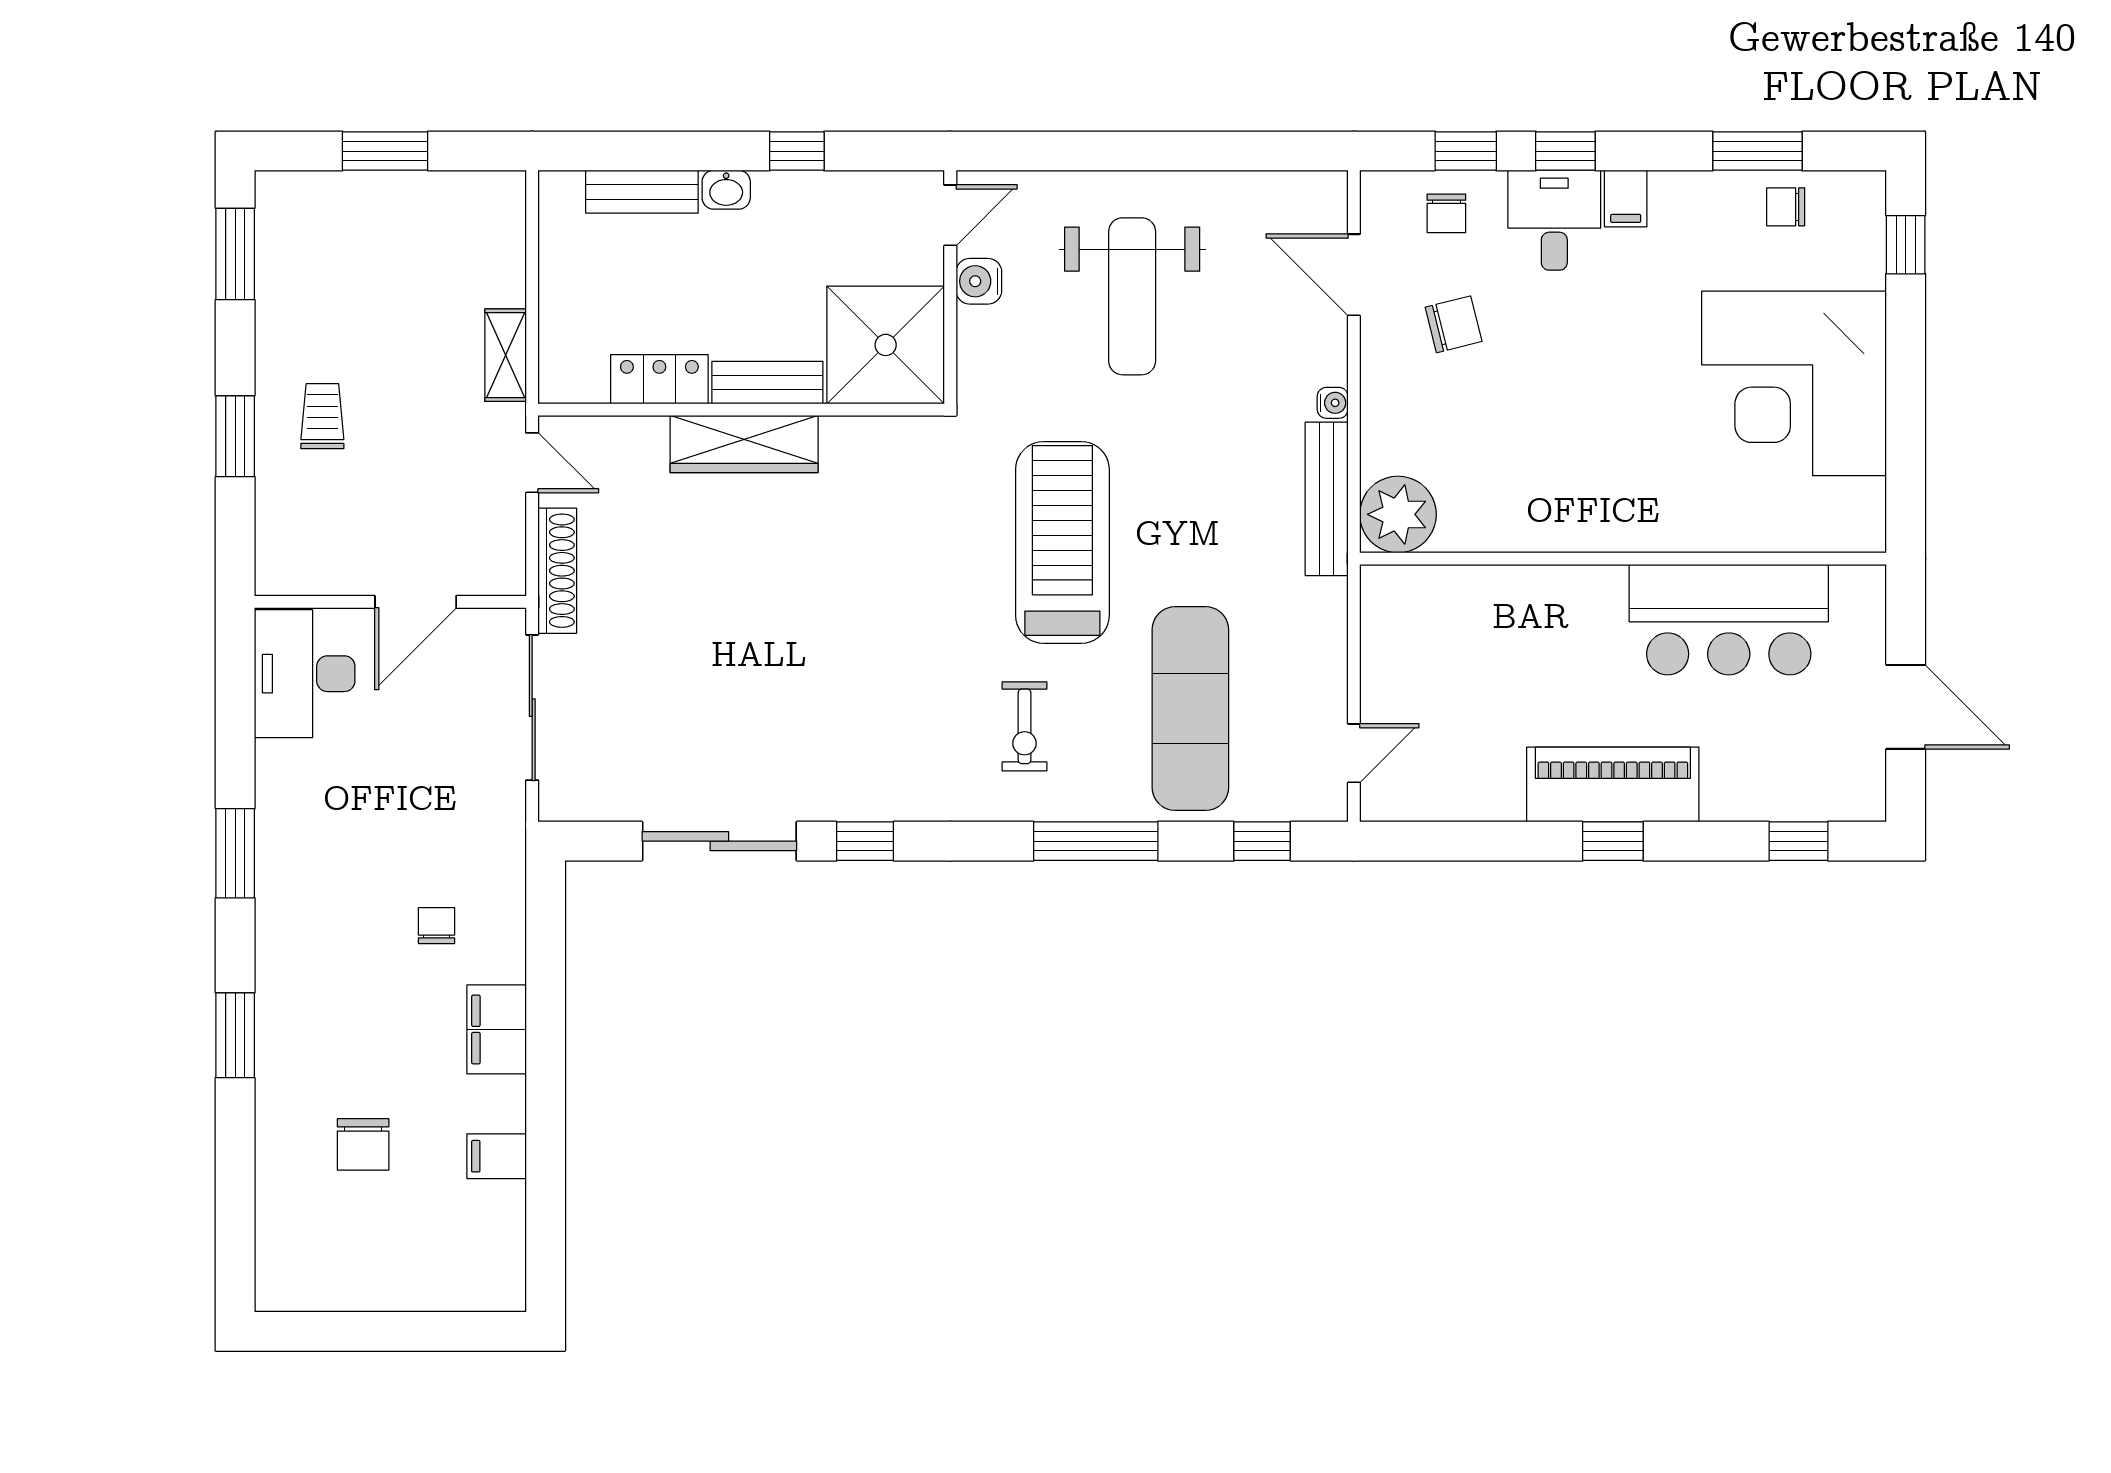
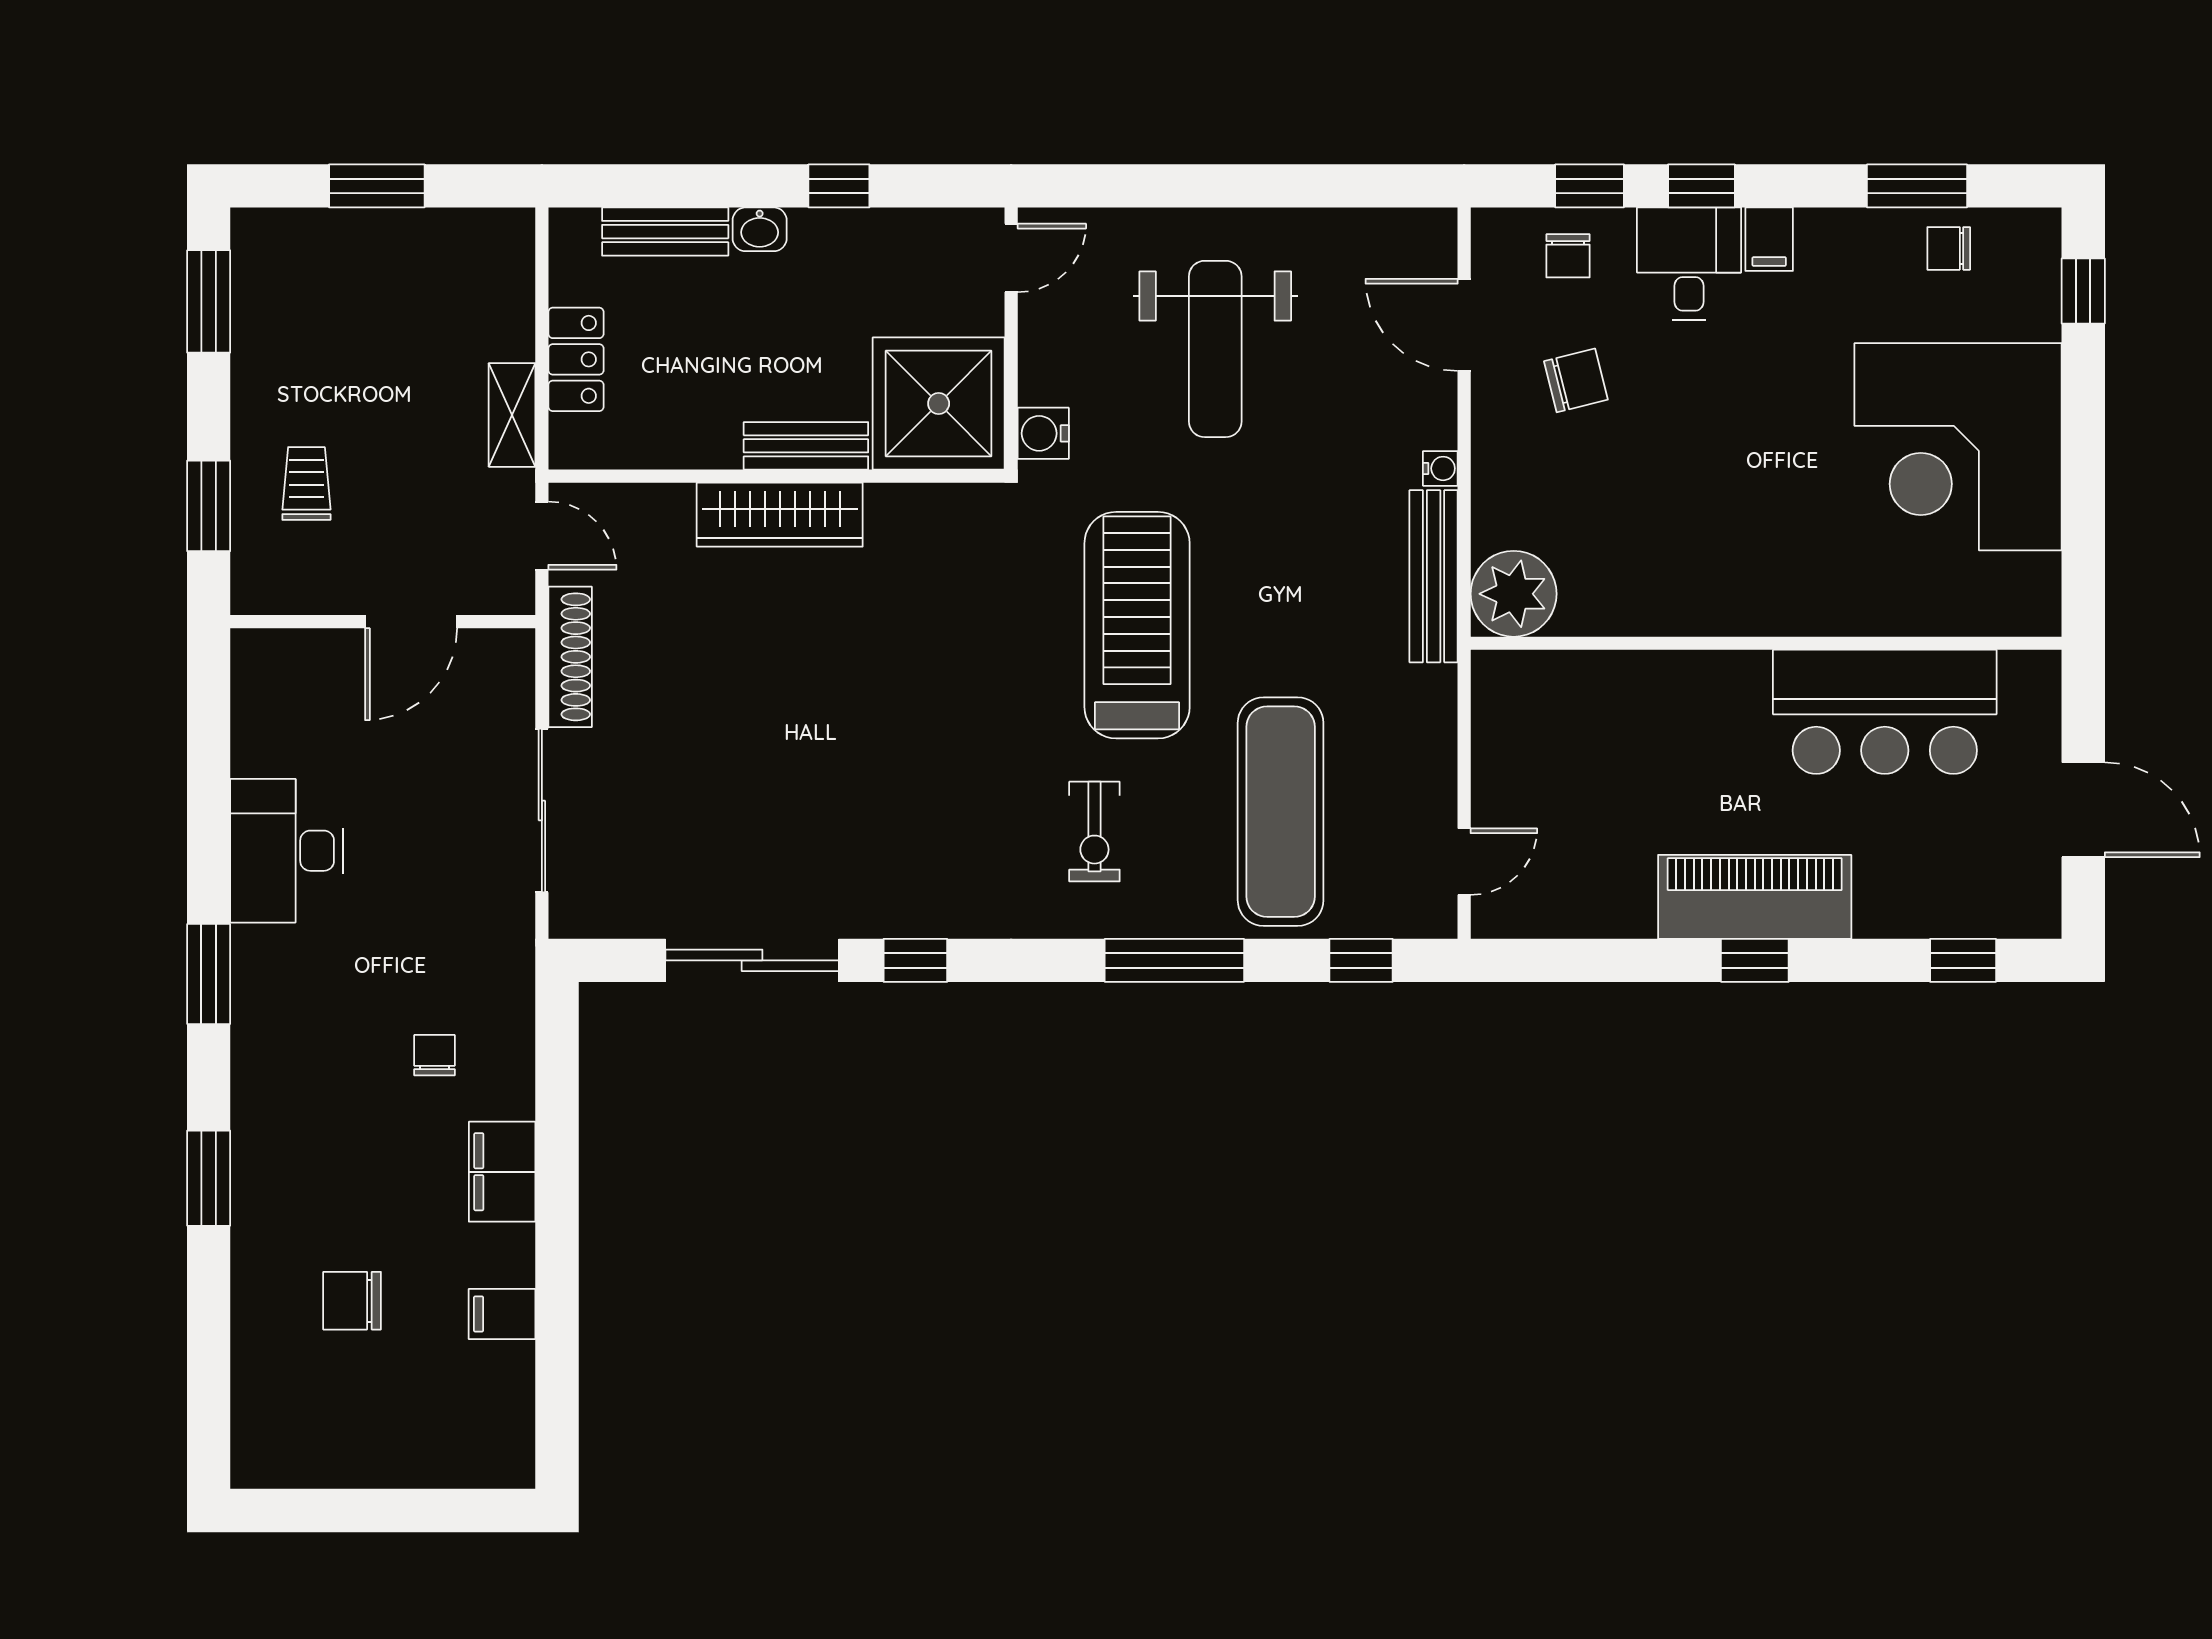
water cooler: (979, 281) -> (1043, 433), moved
locker: (659, 379) -> (576, 359), moved, turned 90
wall: (390, 602) -> (383, 622), moved
door: (416, 602) -> (411, 622), moved
desk: (305, 674) -> (287, 851), moved
chair: (363, 1144) -> (352, 1301), turned 90

